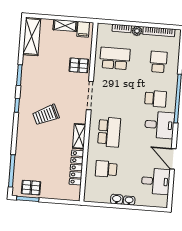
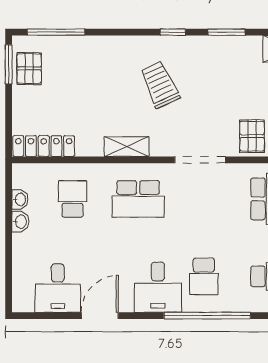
locker: (76, 168) -> (44, 146), moved
washbasin: (129, 201) -> (20, 199), moved

